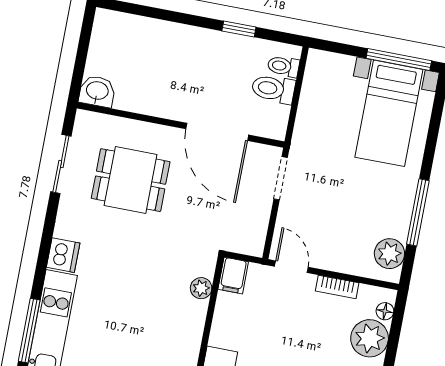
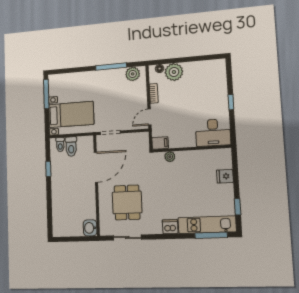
bed with nightstands: (389, 113) -> (71, 114), moved

